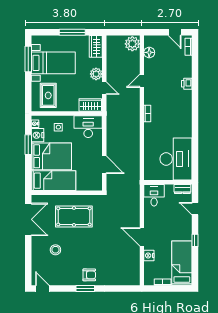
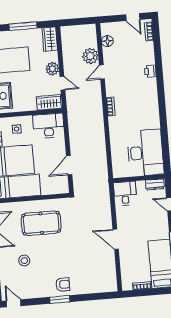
plant: (132, 44) -> (90, 56), moved
door: (104, 165) -> (69, 165), swing flipped
nightstand: (149, 255) -> (125, 258), removed

